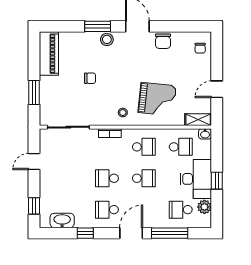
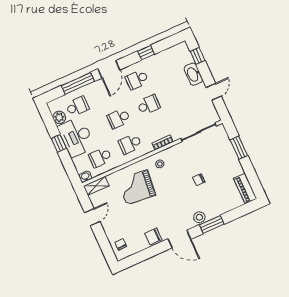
chair: (163, 41) -> (153, 236), turned -90
piano: (49, 54) -> (245, 188), width x0.73, depth x0.75
school desk: (107, 210) -> (137, 79), turned 180
washbasin: (62, 220) -> (193, 74), moved, turned 90

